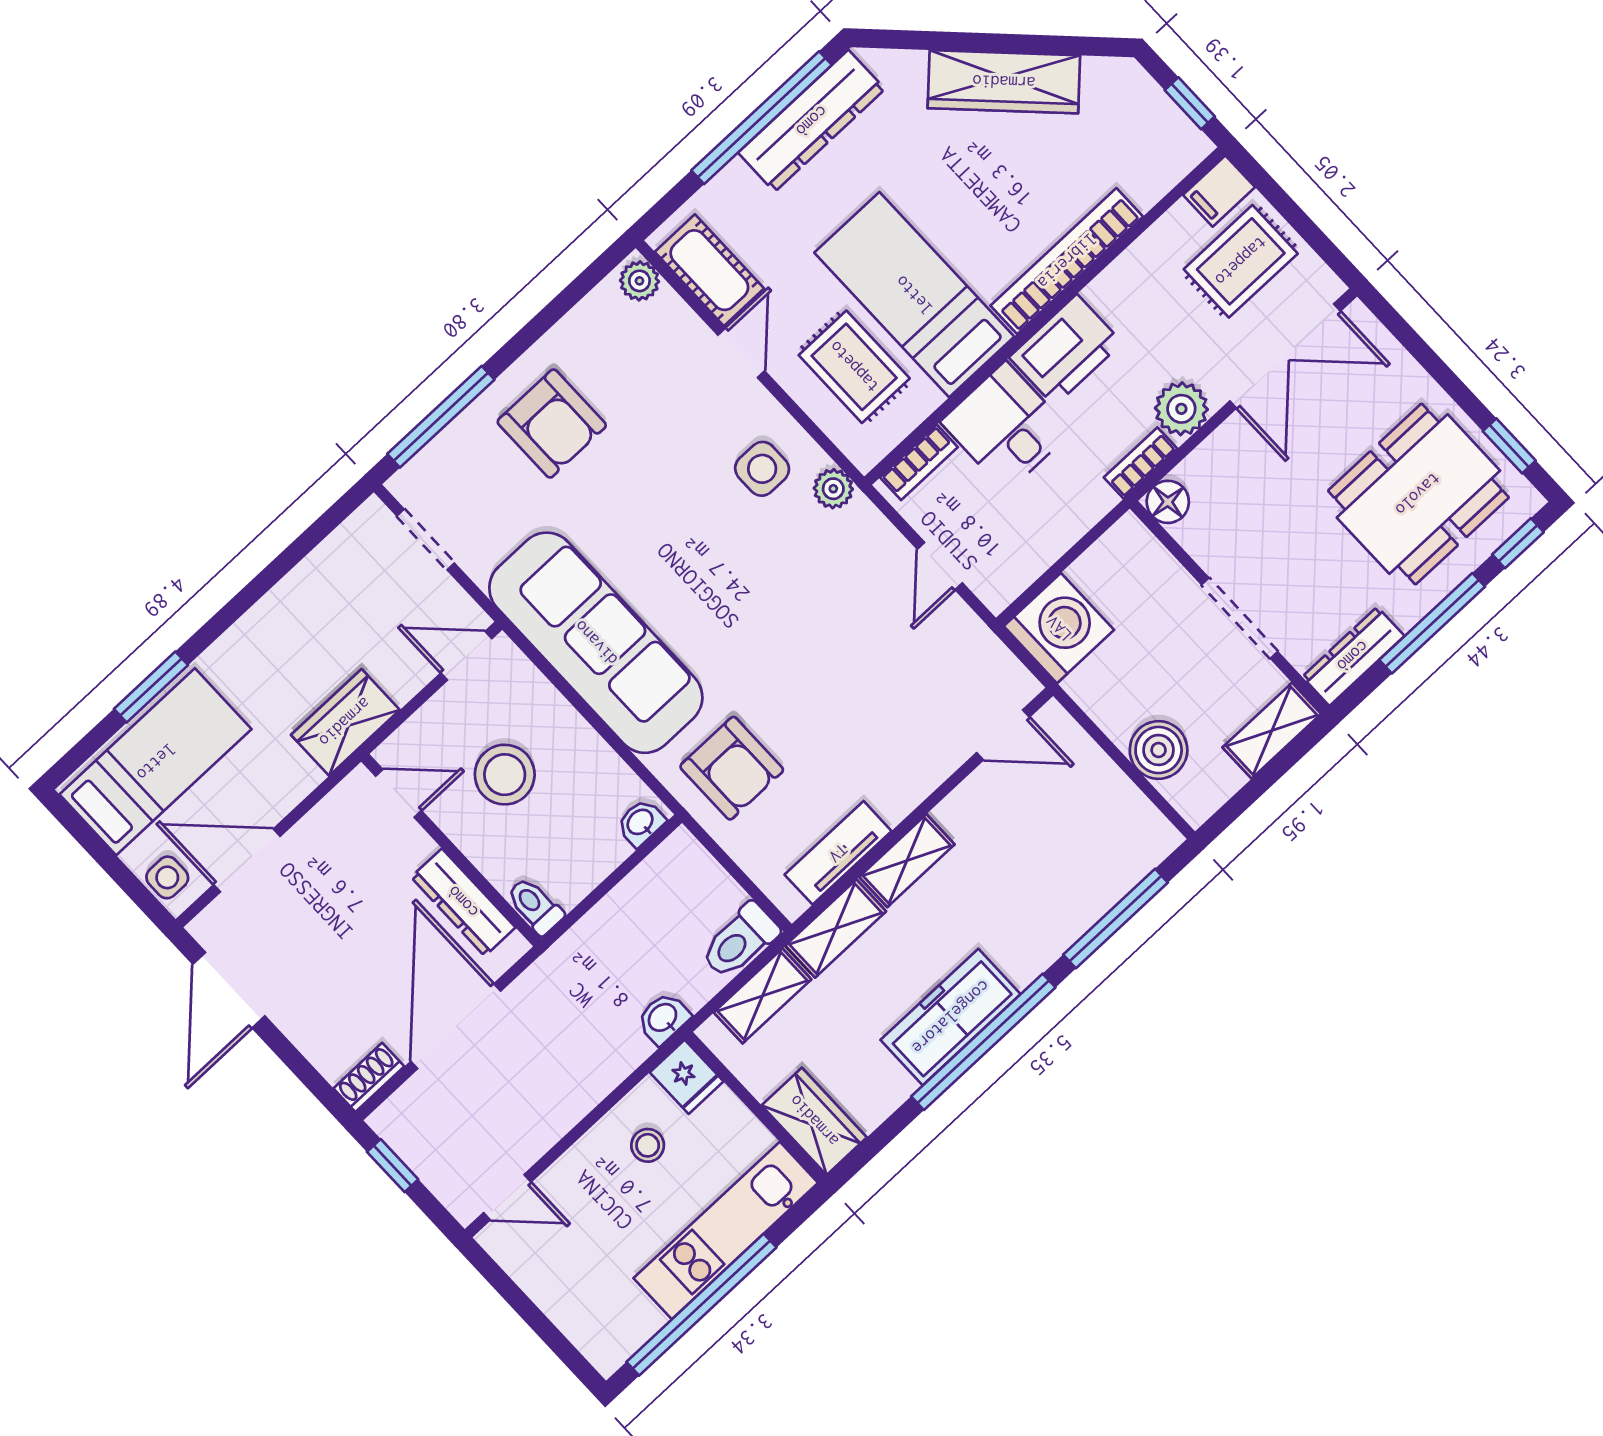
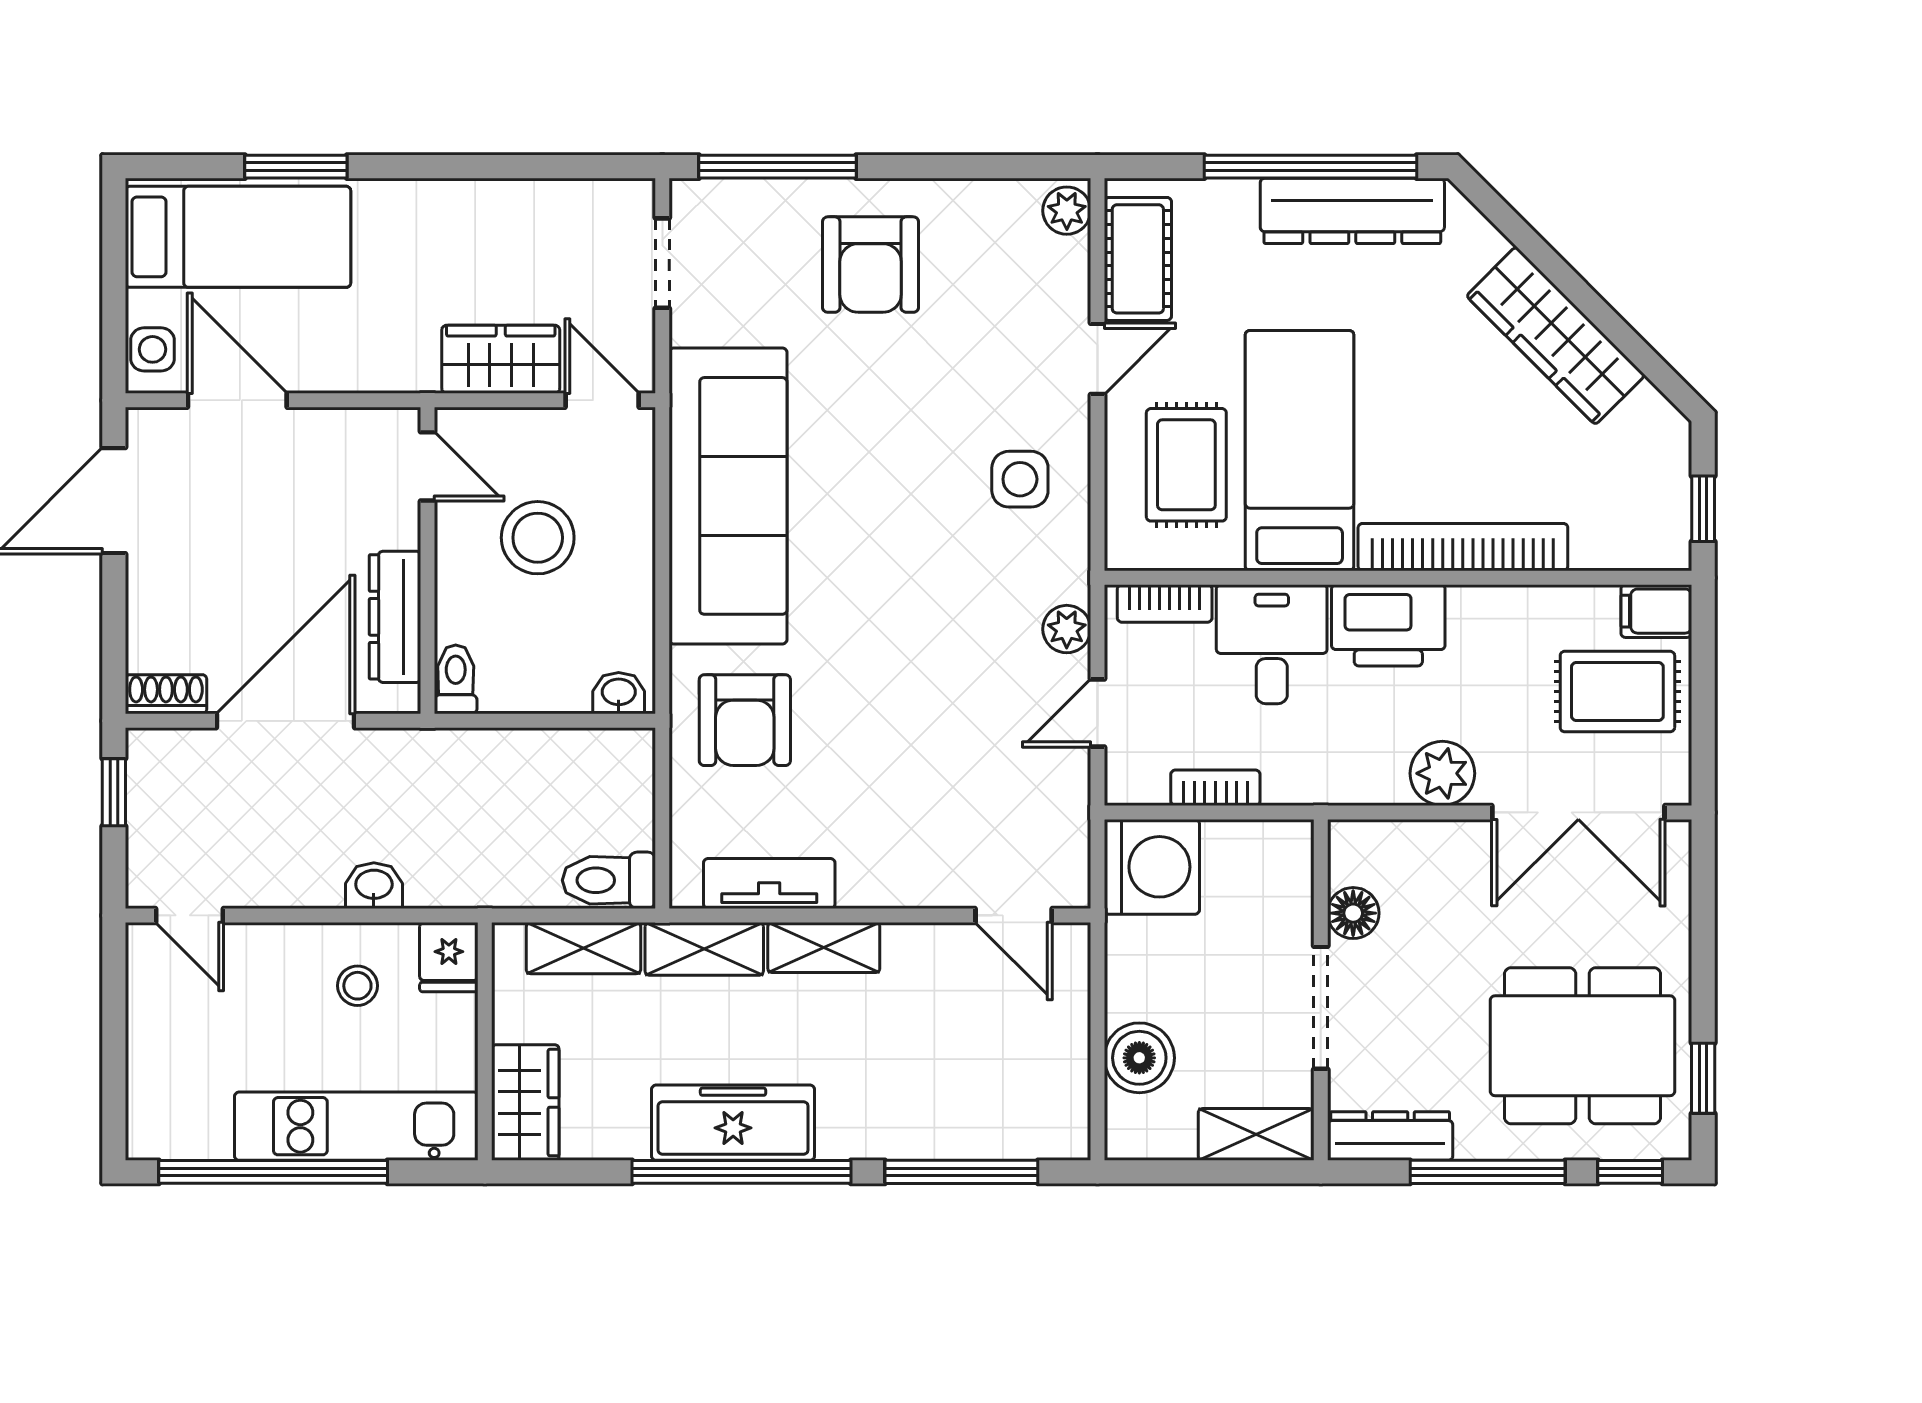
bookcase: (1140, 463) -> (1215, 788), moved
plant: (833, 489) -> (1067, 629), moved
floor lamp: (1168, 502) -> (1353, 913), moved
wardrobe: (345, 722) -> (501, 359), moved
washbasin: (663, 1018) -> (374, 886), moved

